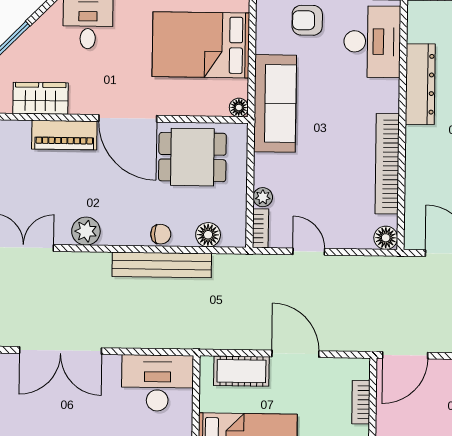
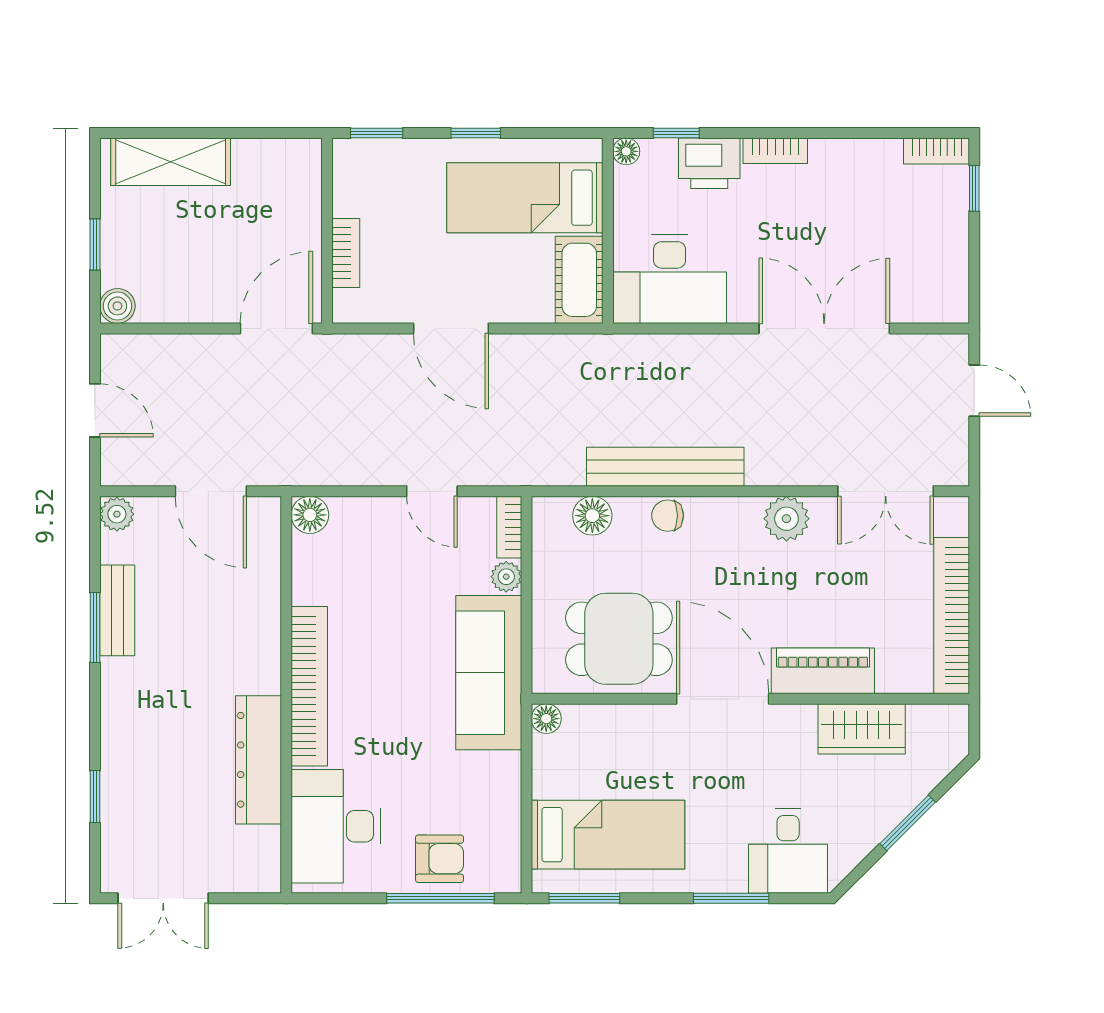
bed: (201, 45) -> (608, 835), width x0.67
sofa: (275, 103) -> (489, 673), moved
bookcase: (387, 164) -> (309, 686), moved
cot: (241, 371) -> (579, 280), moved, turned 90

